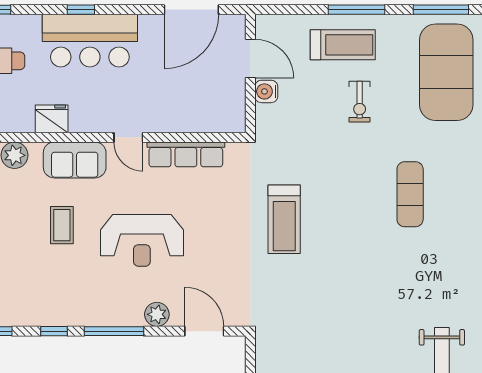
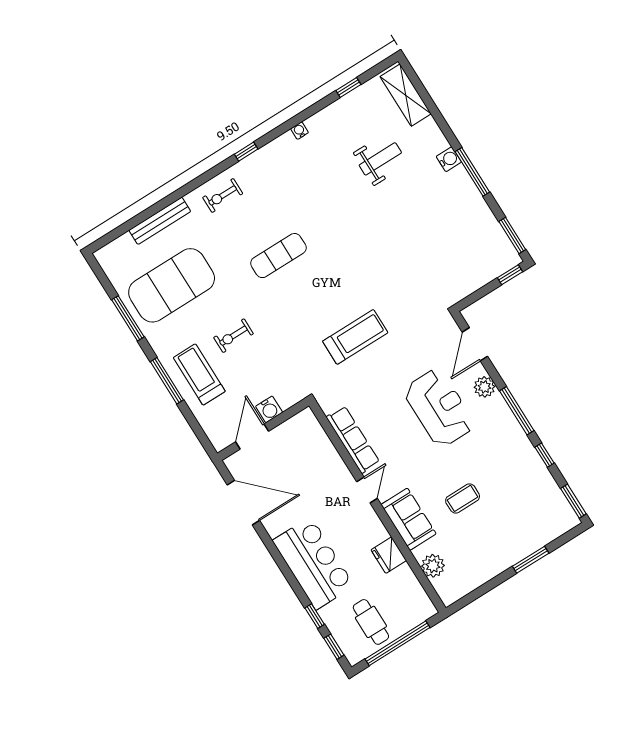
window: (81, 10) -> (315, 616), moved
exercise bike: (360, 102) -> (233, 336), turned 180
reception desk: (142, 240) -> (439, 408), moved

